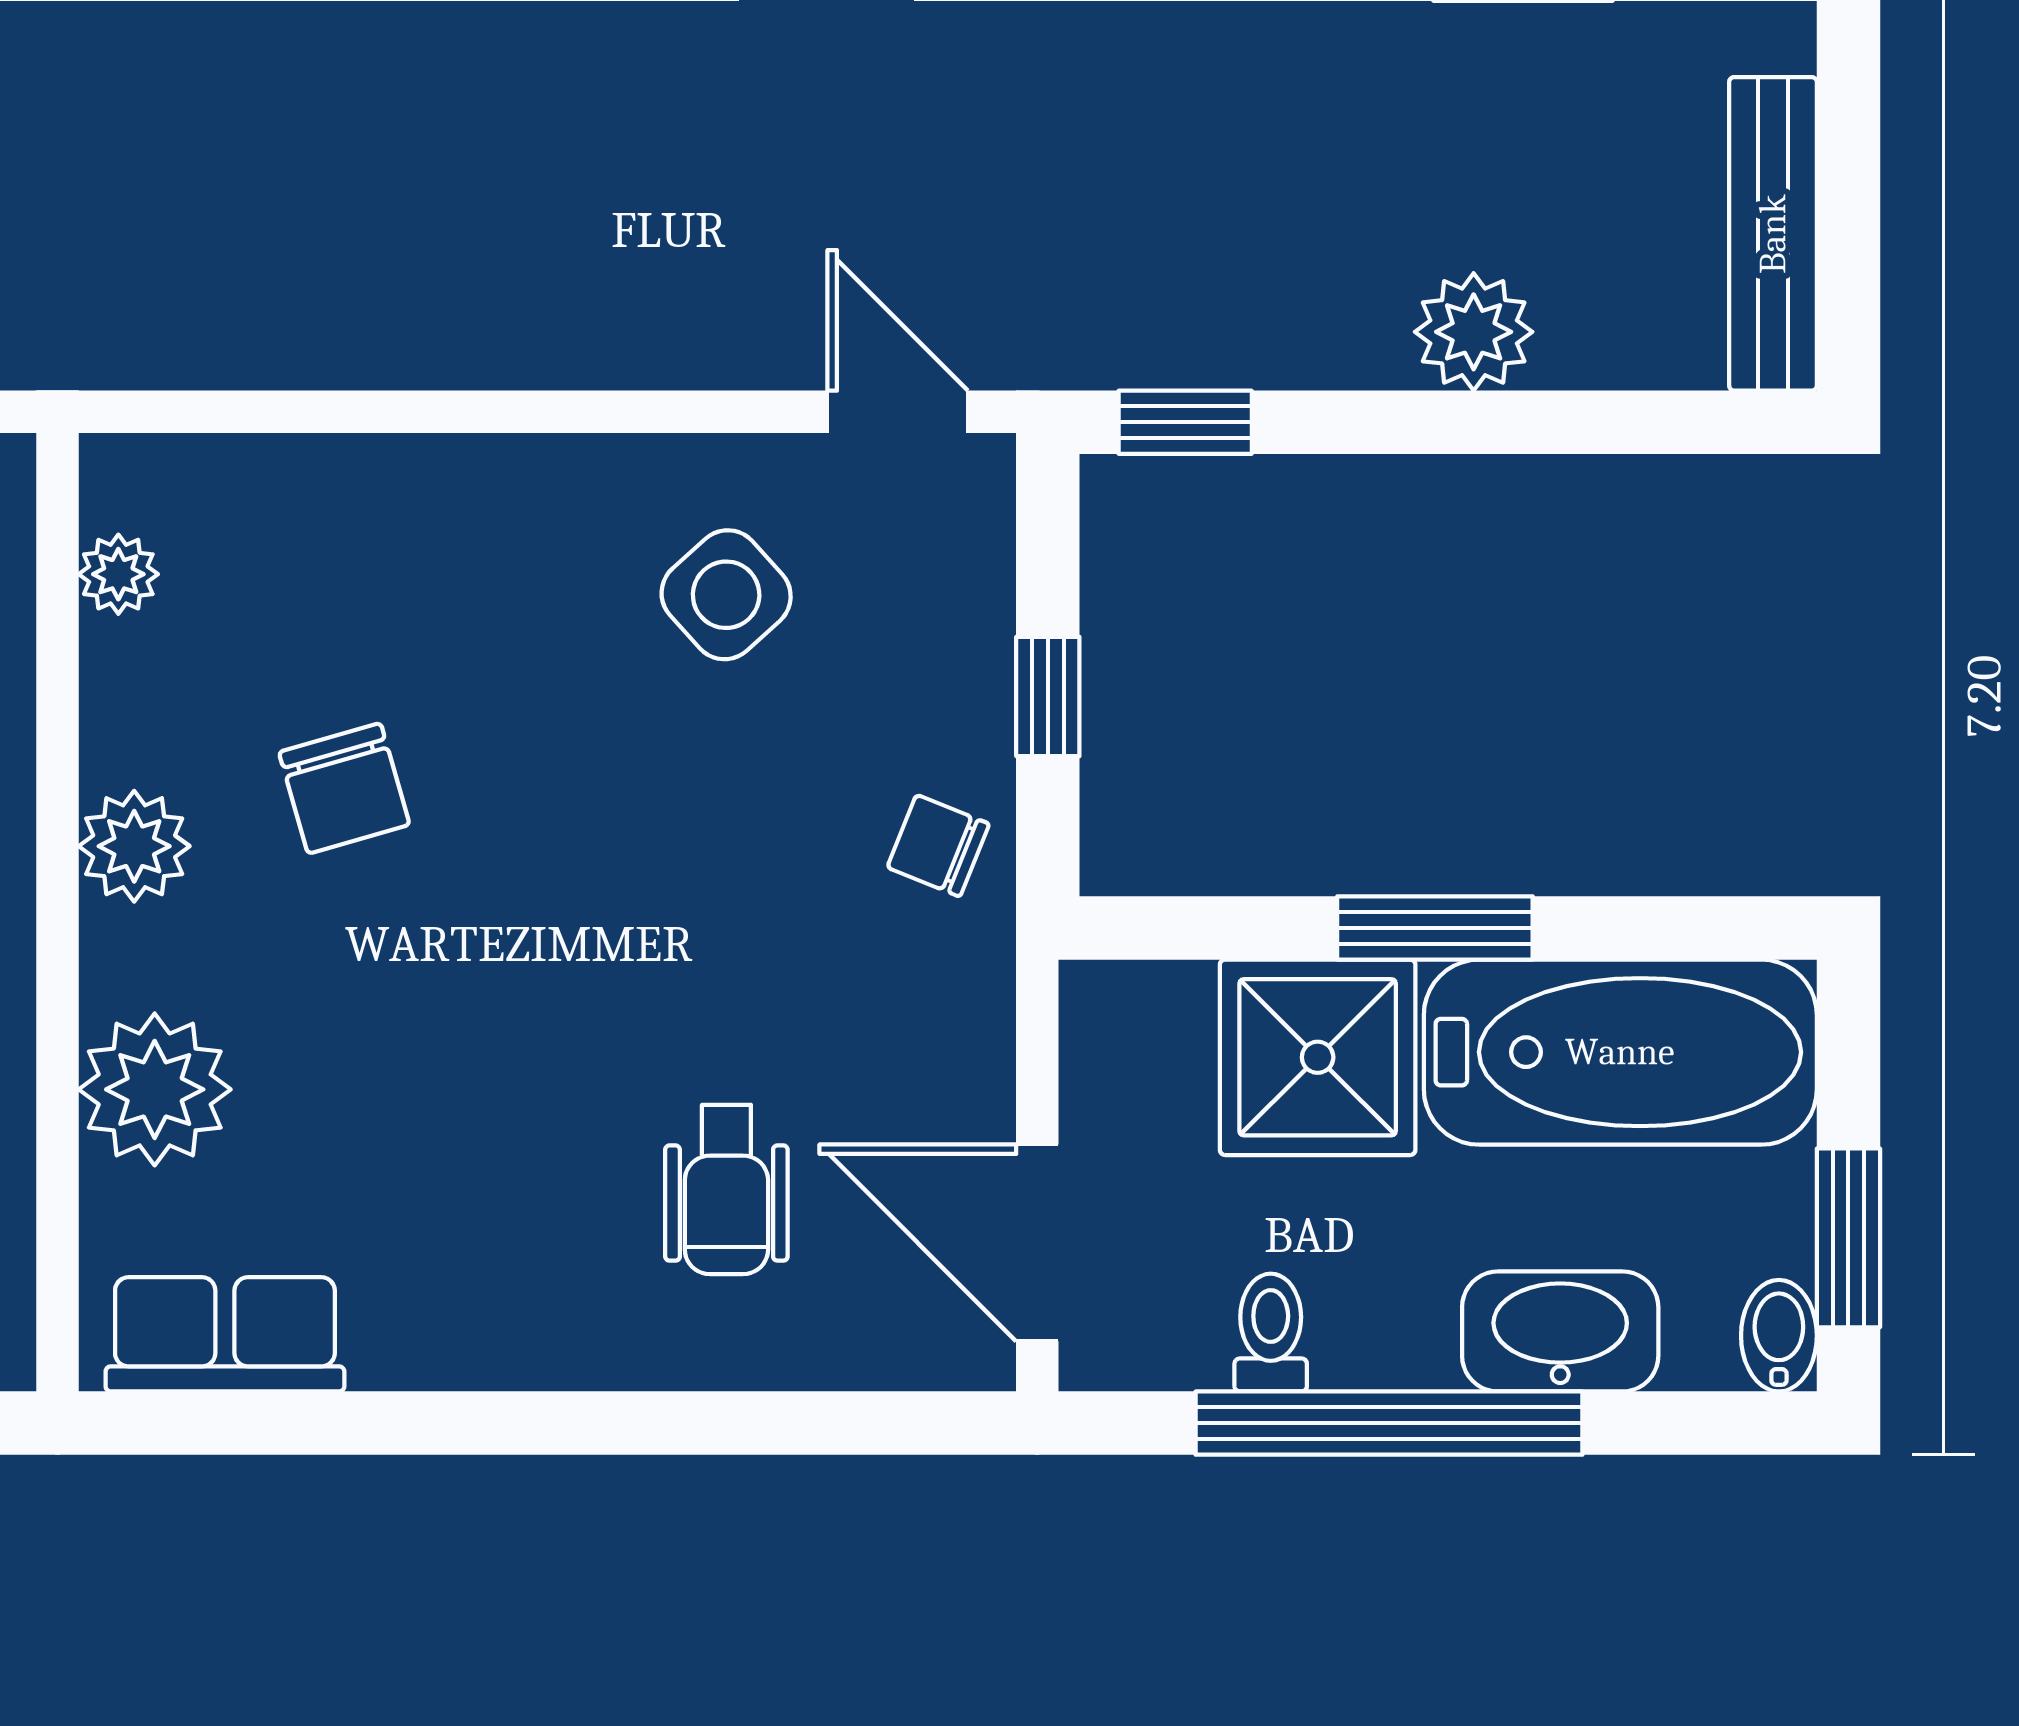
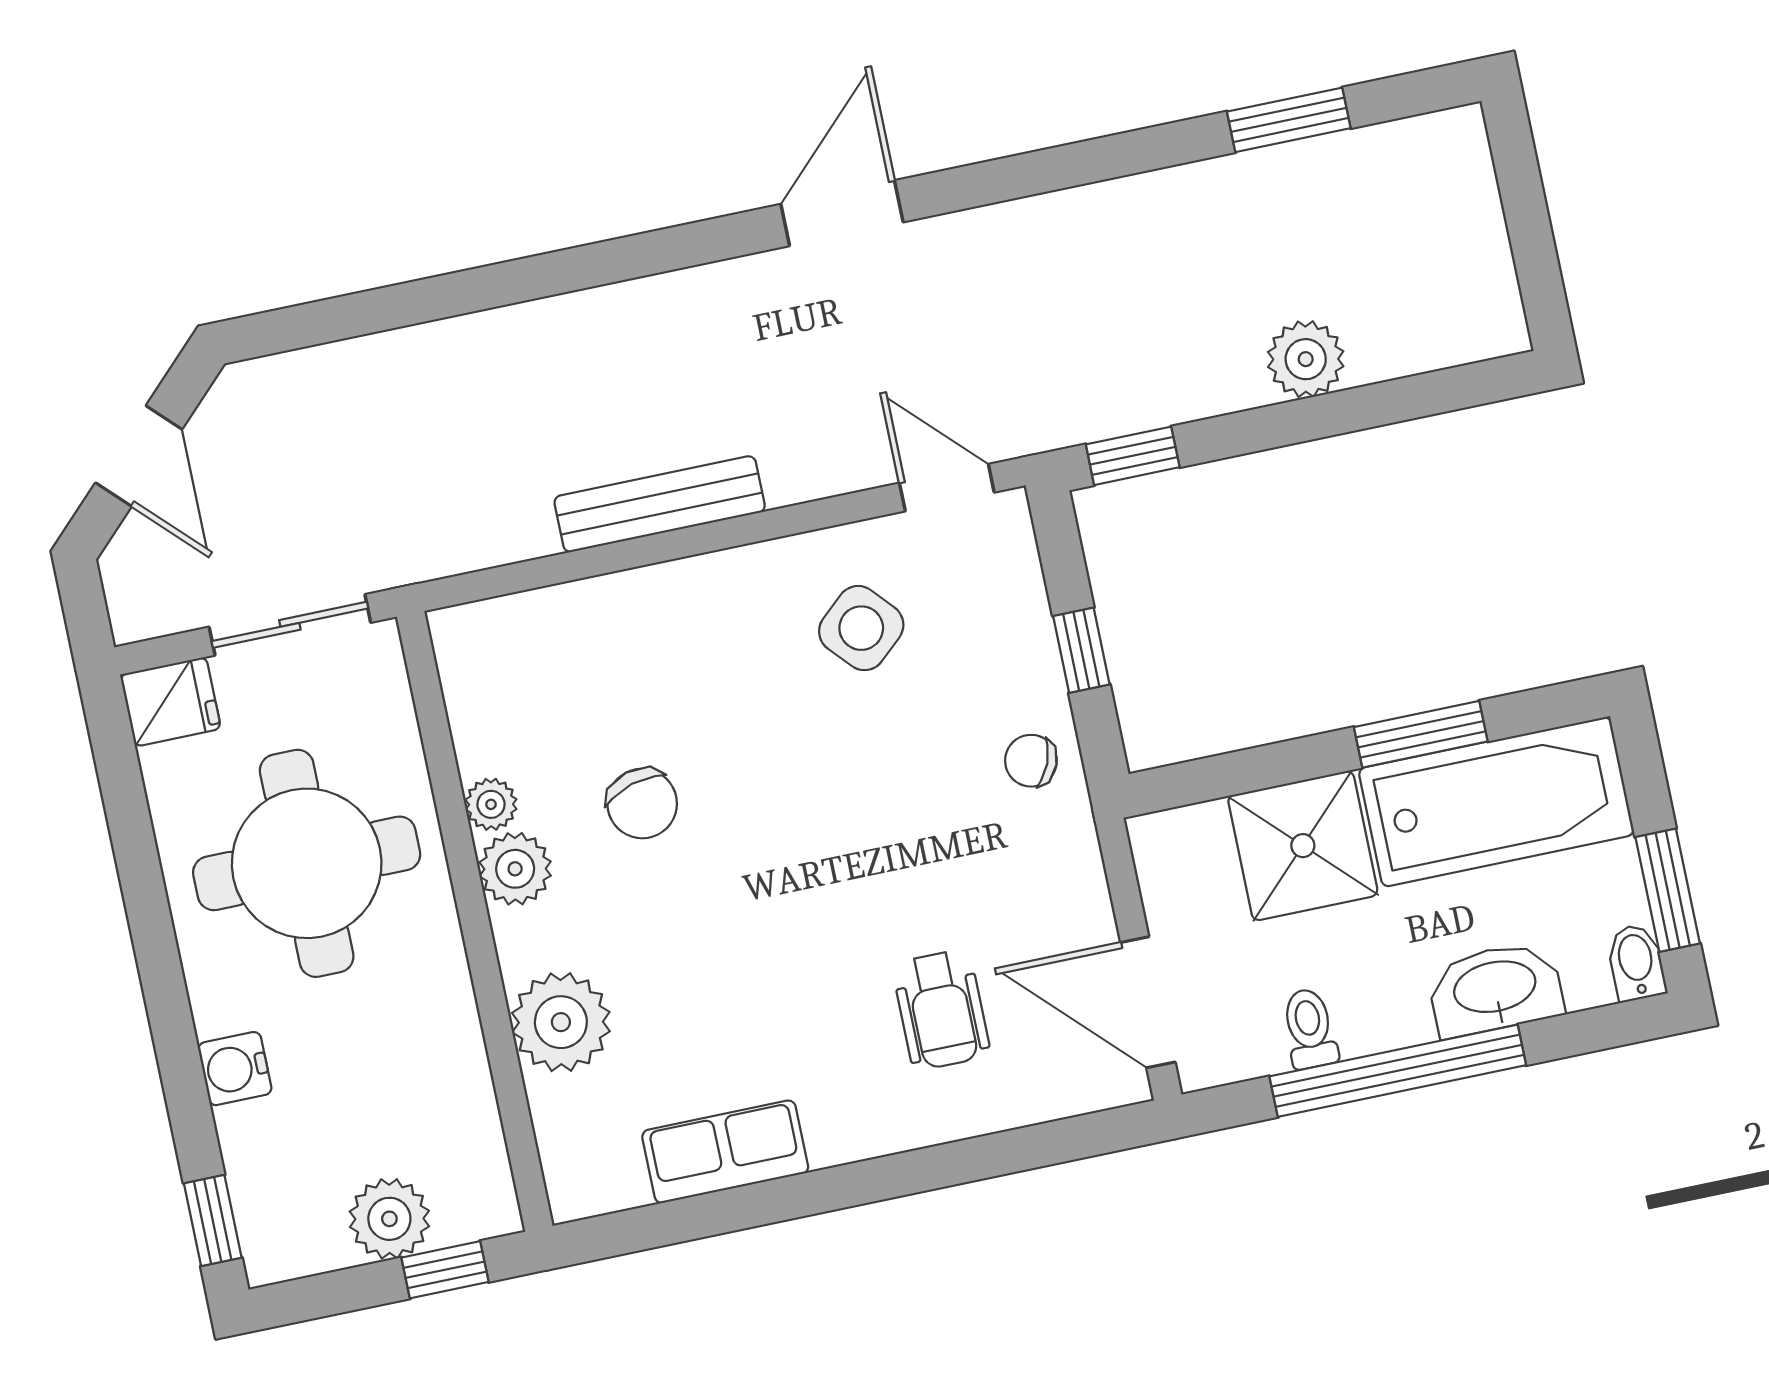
bench: (1773, 234) -> (660, 504), moved, turned 90
plant: (118, 574) -> (491, 804), moved
window: (1435, 928) -> (1421, 734), moved
row of seats: (225, 1334) -> (725, 1152), moved

